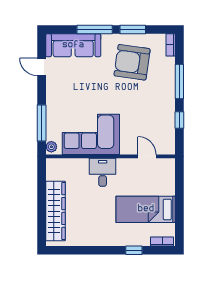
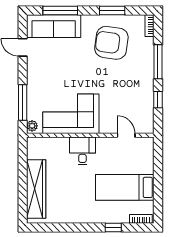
window: (95, 29) -> (60, 11), moved

